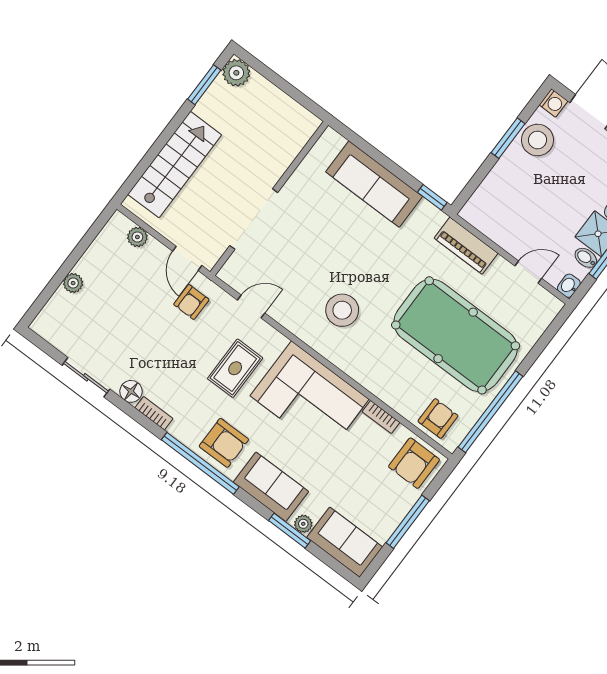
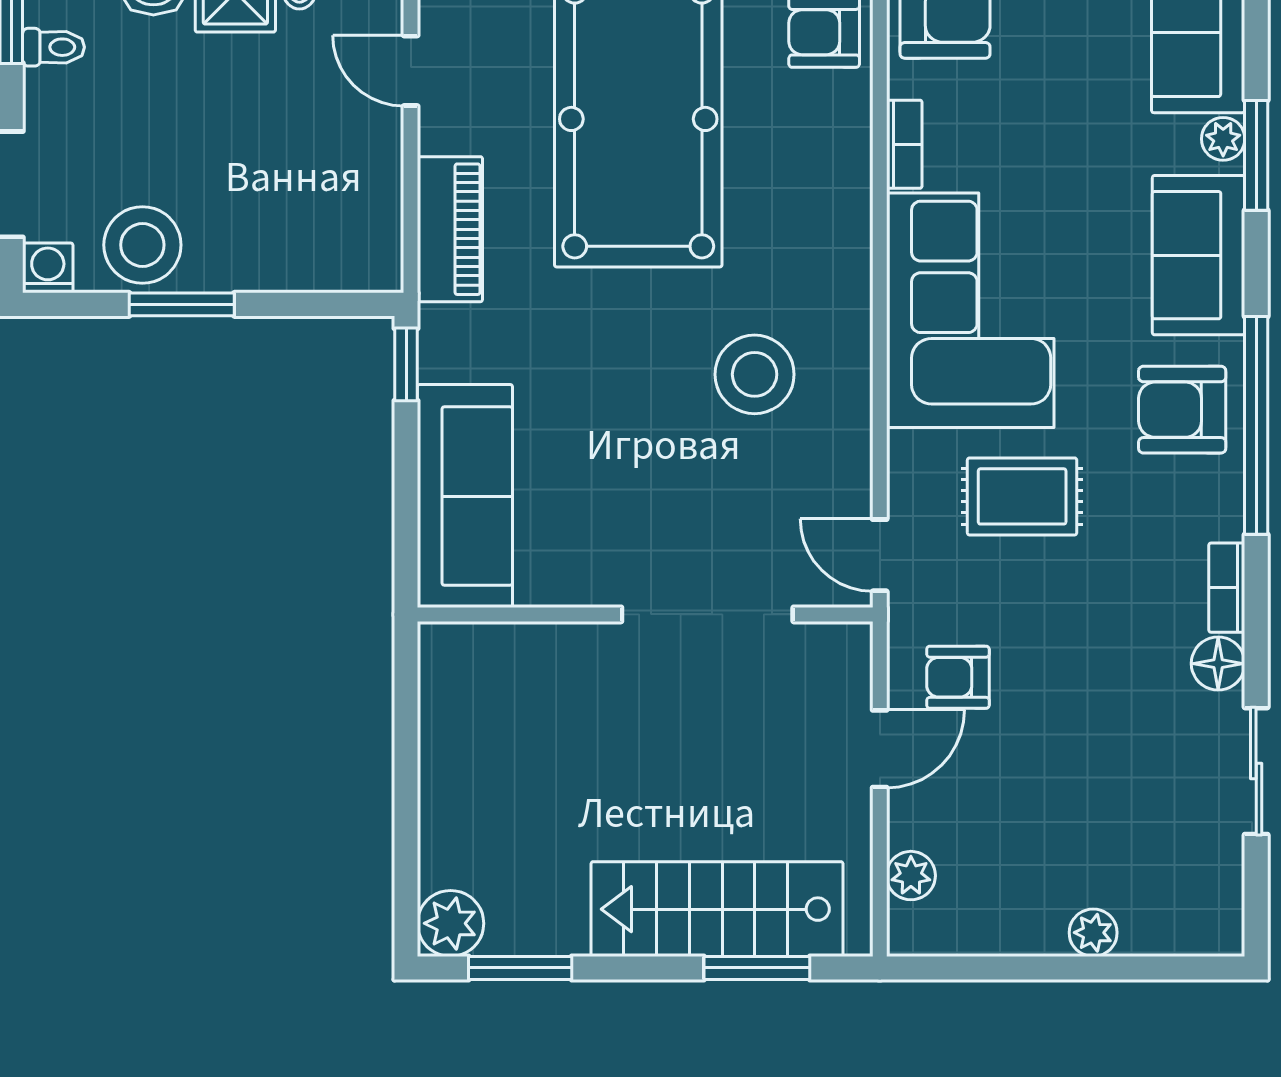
window: (145, 163) -> (757, 968), added
wall: (269, 198) -> (645, 614), moved
doorway: (254, 219) -> (707, 614), moved
armchair: (191, 302) -> (958, 677), turned 180
armchair: (224, 443) -> (1182, 410), turned -90

